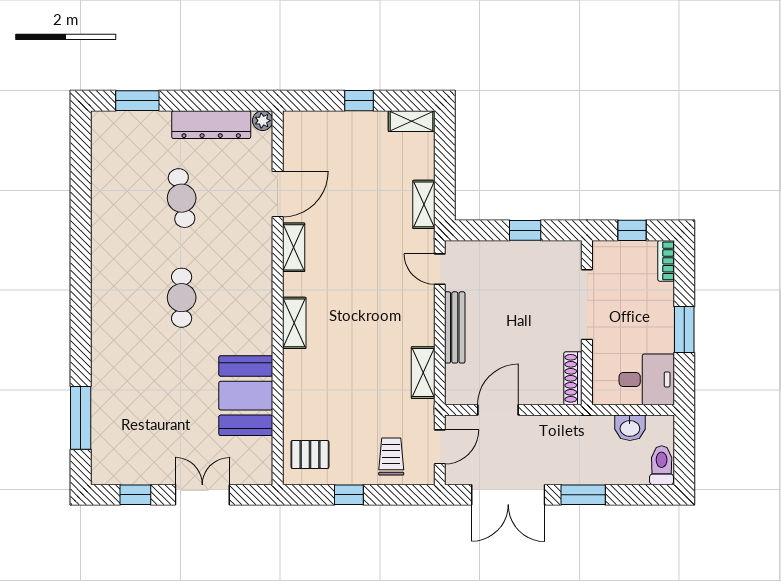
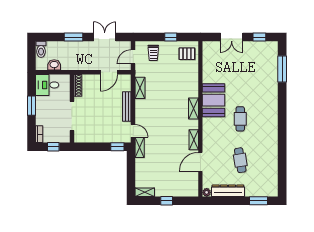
shelving: (424, 204) -> (140, 147), moved
window: (525, 230) -> (117, 147), moved
booth: (246, 396) -> (214, 100), moved
double door: (508, 495) -> (105, 37), width x0.73

